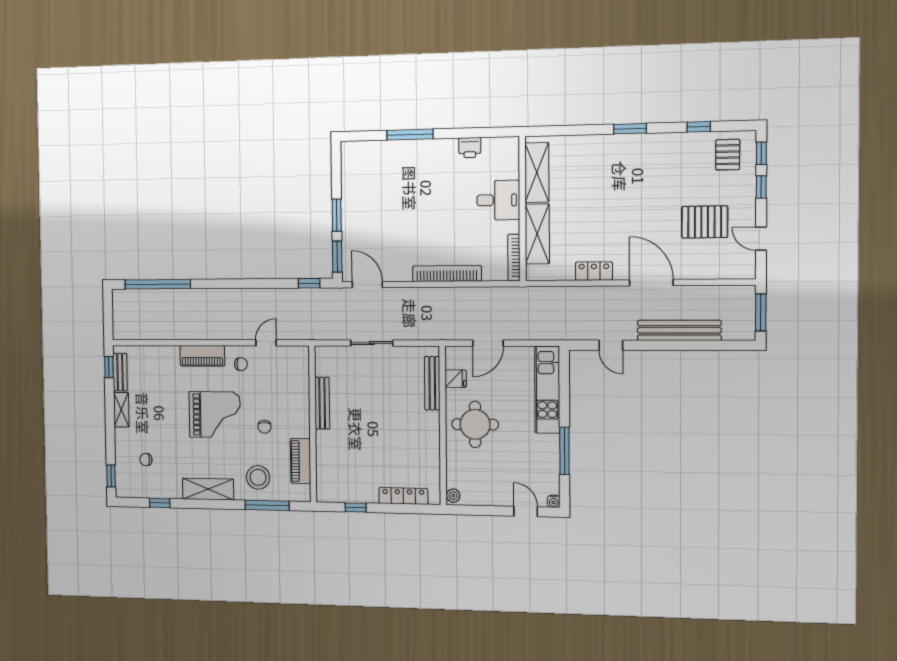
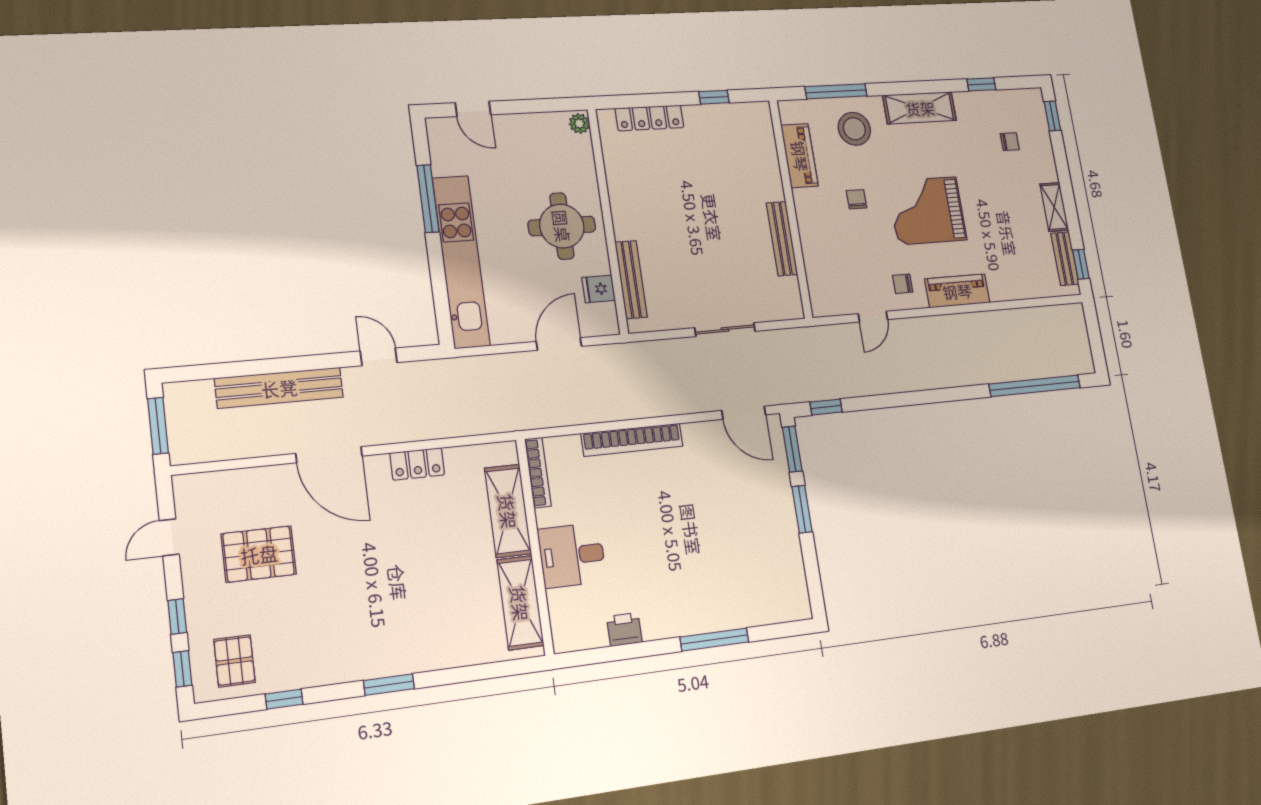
door: (761, 239) -> (169, 537), swing flipped
kitchen unit: (547, 390) -> (461, 261), width x1.36
water cooler: (554, 501) -> (435, 126), removed

